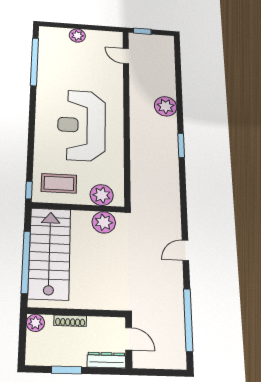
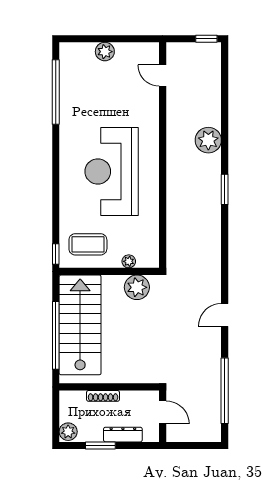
window: (142, 31) -> (206, 39), moved
plant: (102, 195) -> (129, 261), width x0.53, depth x0.53
plant: (35, 323) -> (68, 432), moved
dresser: (106, 360) -> (123, 435), moved

